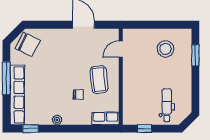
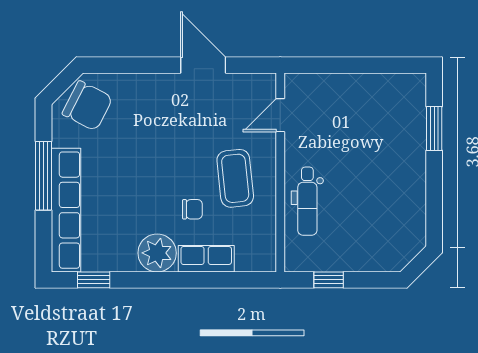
stool: (165, 49) -> (372, 115), removed
dental chair: (167, 105) -> (307, 201), moved, turned 180
row of seats: (105, 118) -> (206, 259), moved
plant: (57, 120) -> (157, 253), width x1.87, depth x1.87

